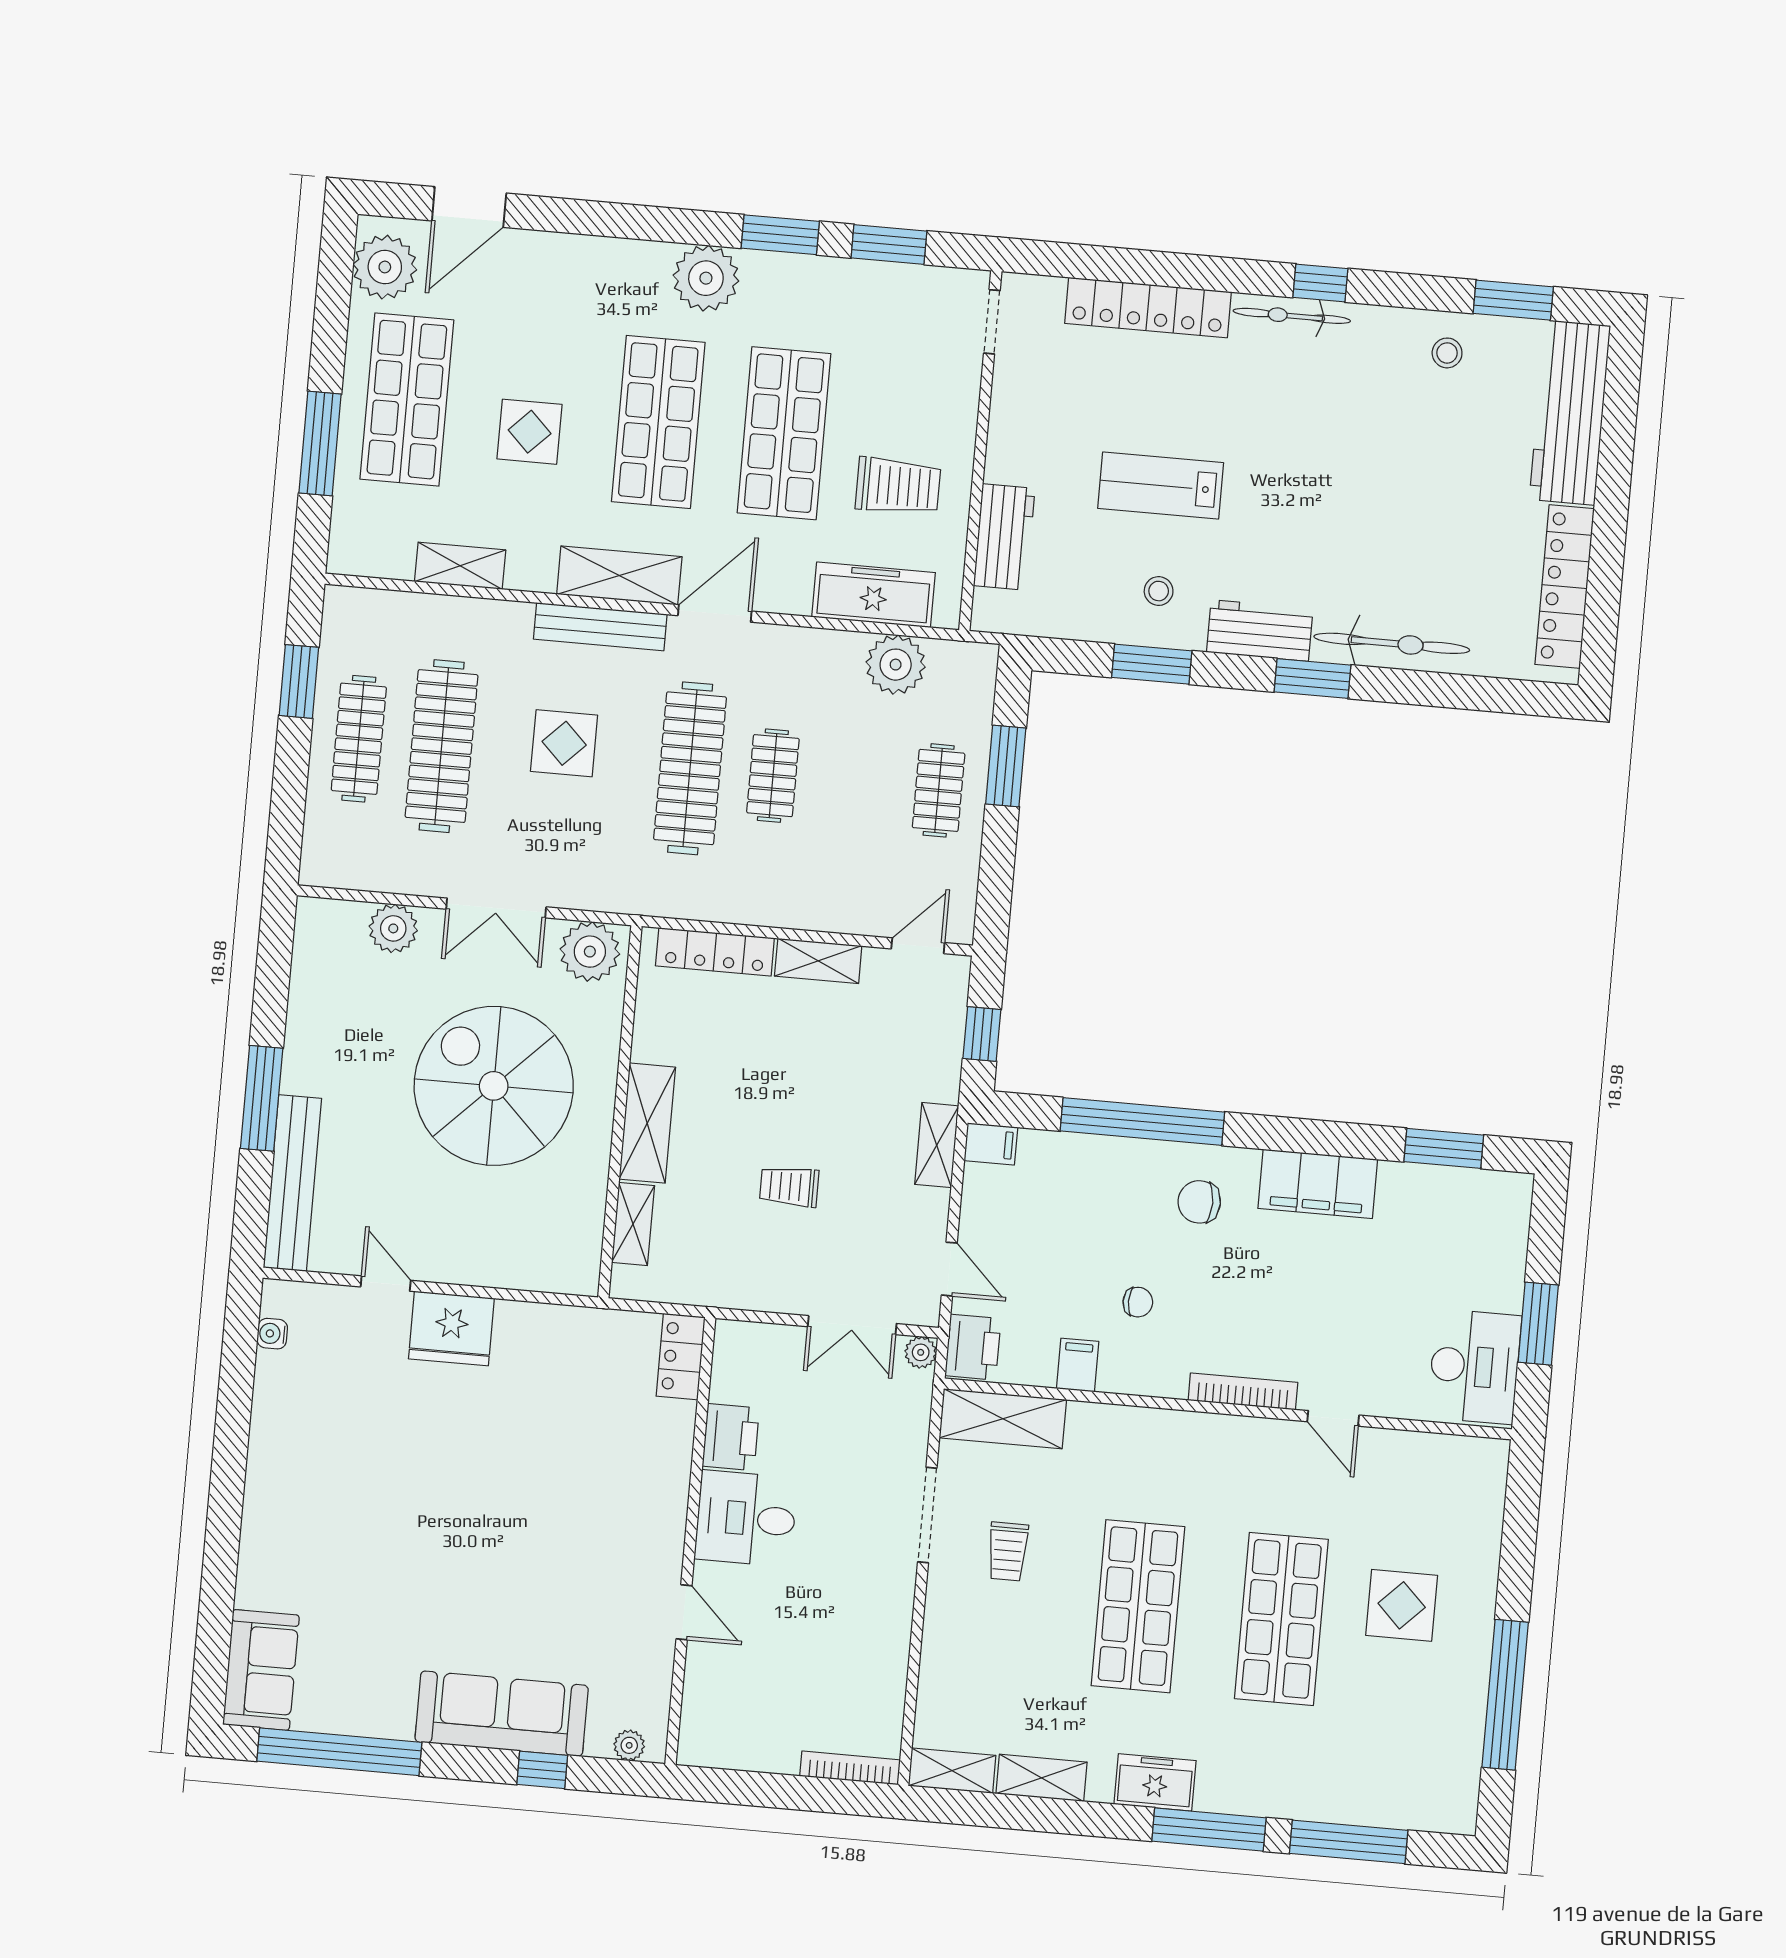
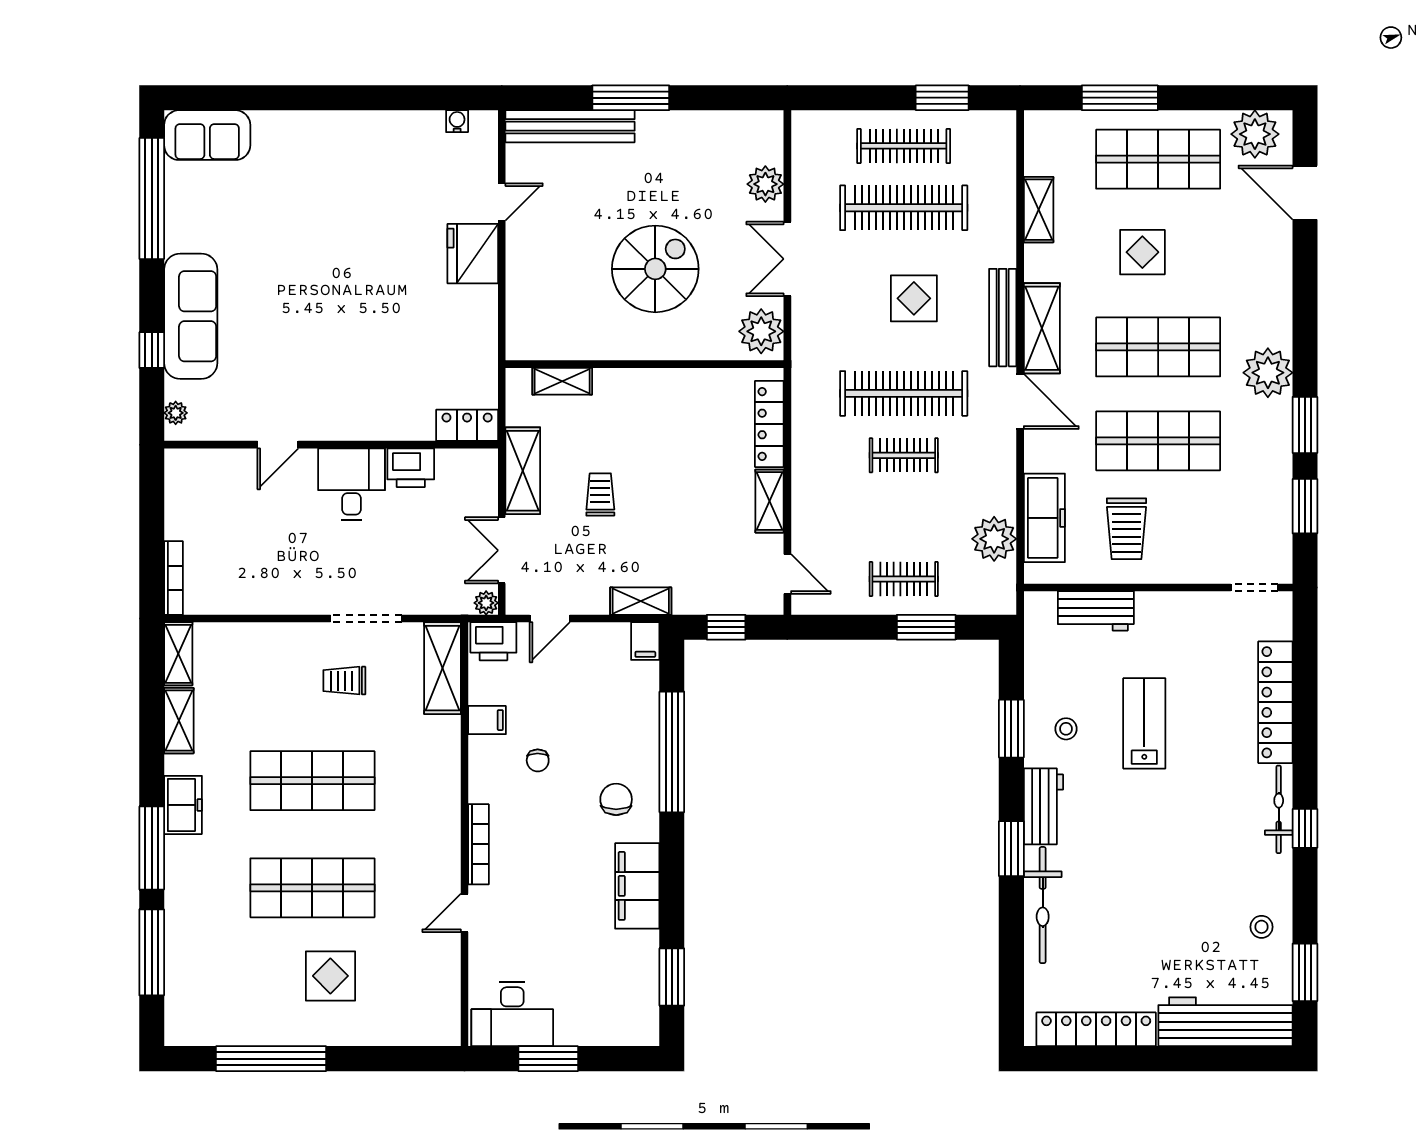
spiral stairs: (494, 1086) -> (655, 269), width x0.73, depth x0.73
shelving: (647, 1123) -> (523, 471), moved, turned 90

